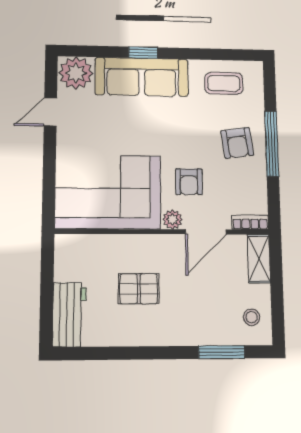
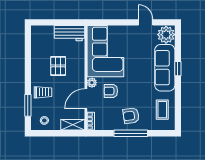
door: (206, 232) -> (86, 99), hinge flipped
workbench: (69, 315) -> (70, 33), moved
trolley: (194, 320) -> (43, 92), added

